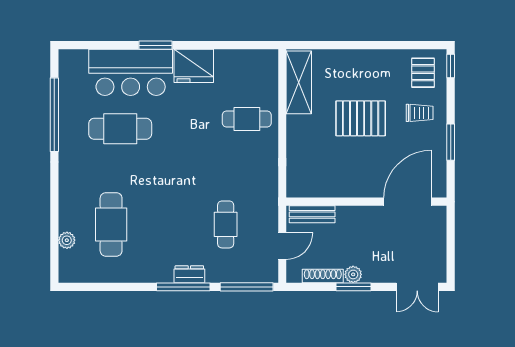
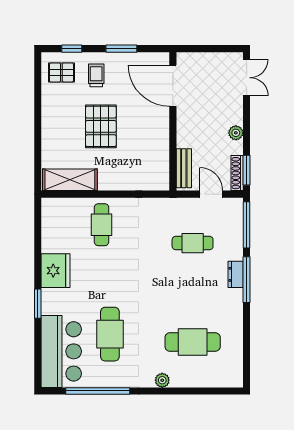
window: (451, 66) -> (72, 49), moved
bar counter: (131, 72) -> (61, 351), moved
plant: (67, 240) -> (162, 380), moved
shoe rack: (323, 276) -> (237, 173), moved
window: (354, 287) -> (247, 170), moved

